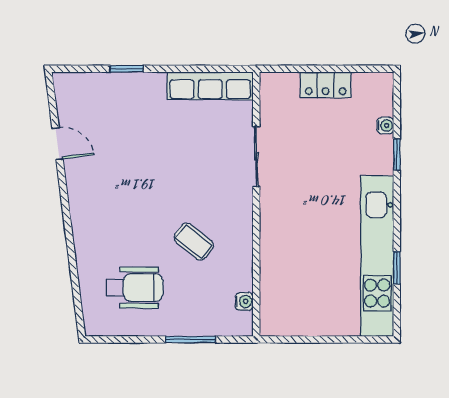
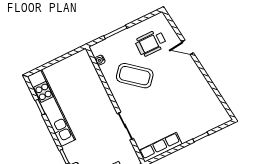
door: (58, 144) -> (188, 47), moved
coffee table: (194, 241) -> (135, 76), width x1.86, depth x1.72

